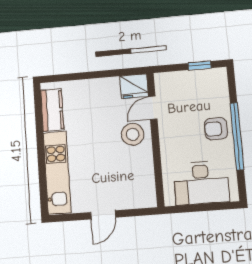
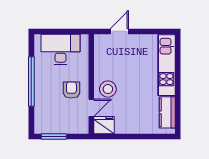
window: (200, 66) -> (54, 137), width x1.50
armchair: (216, 129) -> (71, 90), moved, turned -90
door: (103, 215) -> (119, 31), moved

